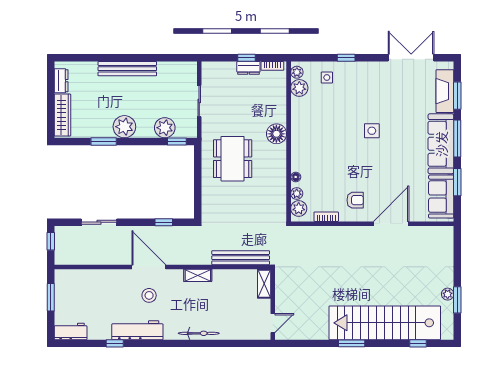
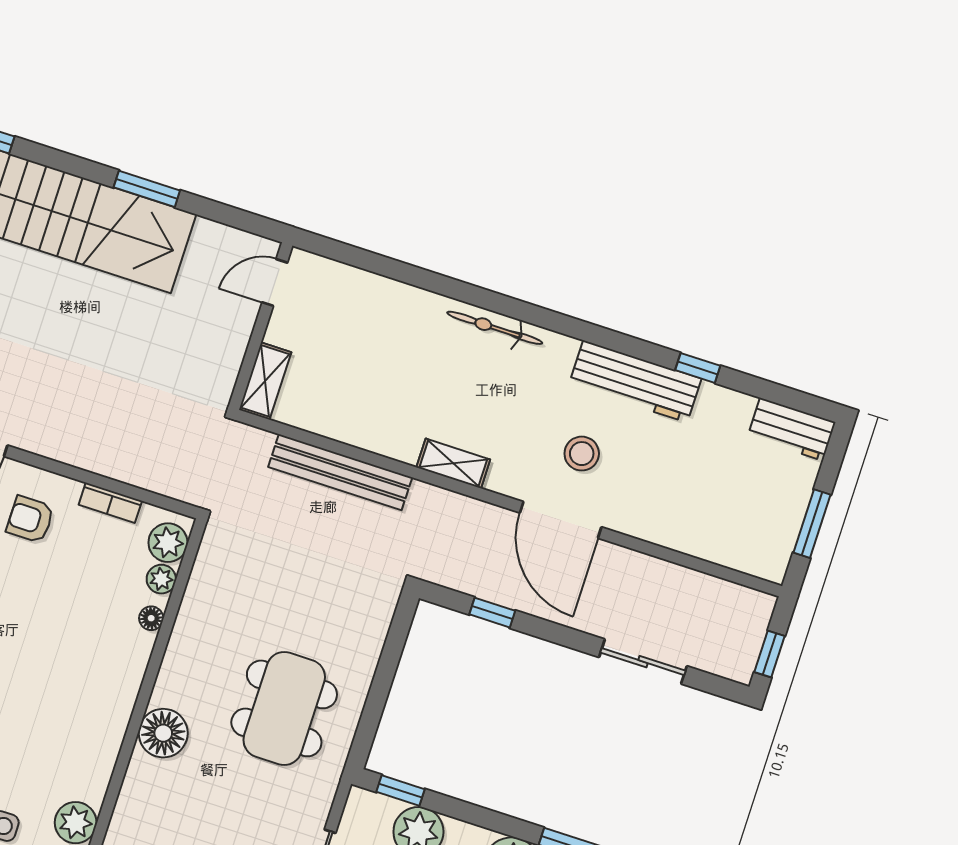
shelving: (264, 284) -> (265, 381), moved
wall: (273, 304) -> (261, 326), moved
door: (273, 323) -> (275, 282), moved

